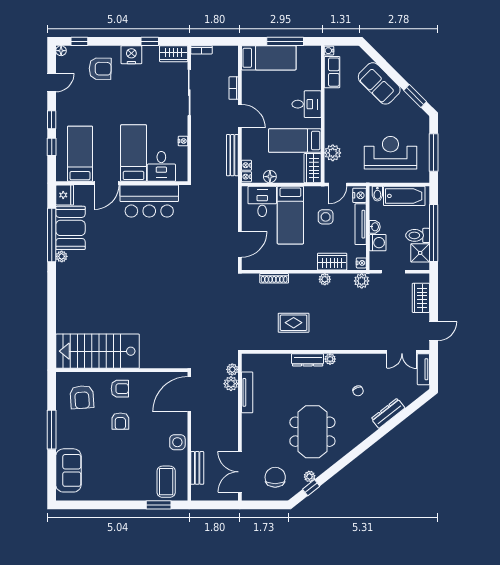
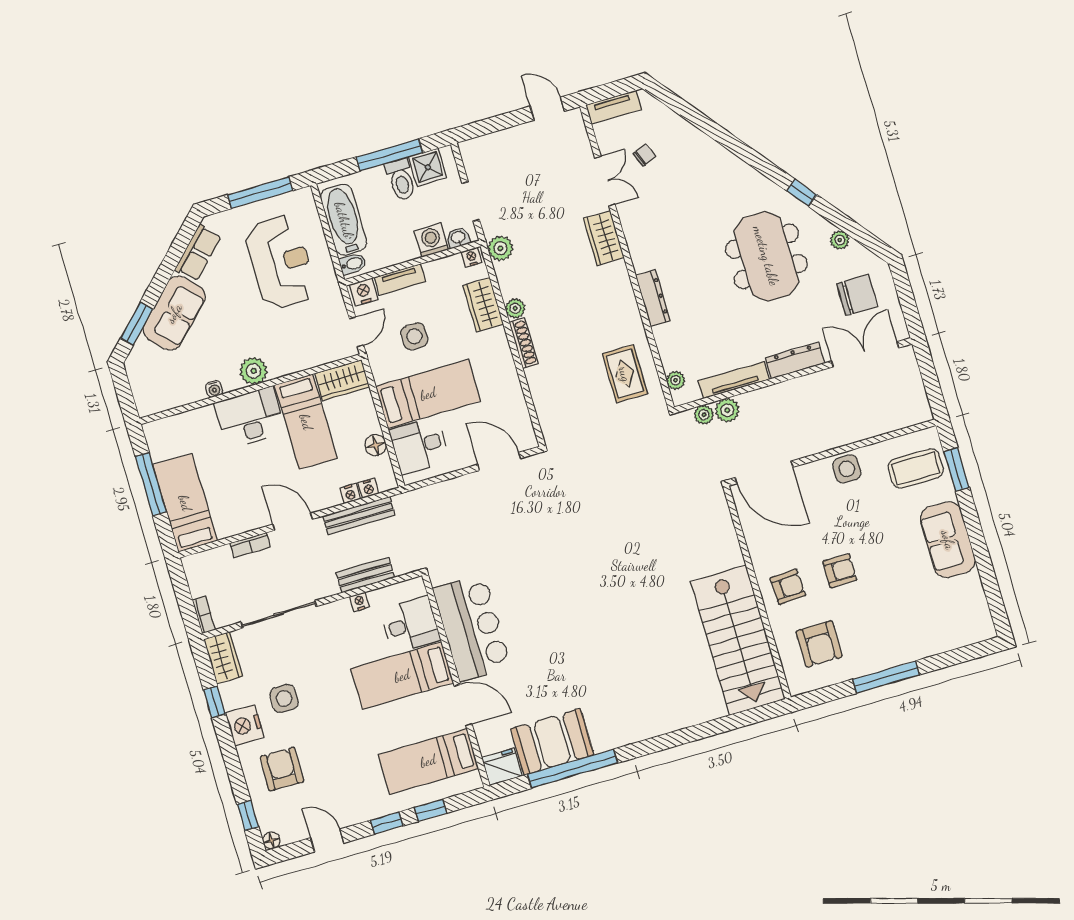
water cooler: (329, 51) -> (214, 389), moved
row of seats: (332, 72) -> (198, 253), moved, turned 135
side table: (140, 82) -> (284, 698), added
window: (415, 96) -> (137, 324), moved
desk: (307, 104) -> (250, 418), width x1.37
door: (240, 116) -> (293, 522), hinge flipped
plant: (333, 153) -> (254, 371), moved
reception desk: (390, 153) -> (281, 262), turned 180
nightstand: (246, 177) -> (350, 494), moved
door: (338, 185) -> (357, 332), hinge flipped
tv unit: (361, 224) -> (400, 279), width x0.71
washbasin: (375, 227) -> (458, 238), moved
window: (434, 233) -> (389, 155), width x0.68
plant: (62, 256) -> (602, 743), removed
shoe rack: (274, 278) -> (524, 343), moved
wardrobe: (421, 298) -> (604, 238), moved, turned 90
rug: (294, 323) -> (625, 374), moved
double door: (402, 352) -> (605, 181), moved
plant: (330, 359) -> (676, 380), moved
armchair: (120, 389) -> (788, 587), turned 87
chair: (358, 391) -> (644, 155), moved
armchair: (82, 397) -> (819, 644), turned 94
dresser: (388, 413) -> (795, 361), moved, turned 128
meeting table: (312, 432) -> (766, 256), turned 90
bench: (197, 468) -> (365, 575), moved
sofa: (68, 470) -> (948, 540), moved, turned -90
double door: (240, 472) -> (865, 354), swing flipped
chair: (275, 477) -> (857, 295), turned 180
window: (311, 488) -> (802, 193), moved

